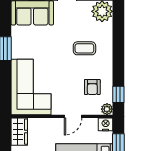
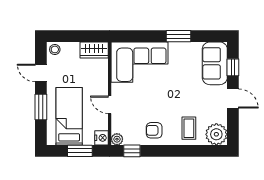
coffee table: (84, 48) -> (189, 128), moved
armchair: (92, 87) -> (154, 130), moved

